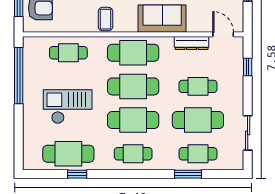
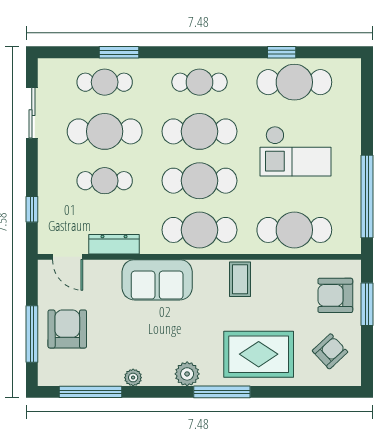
cafe table: (68, 53) -> (294, 230), width x1.37, depth x1.35

